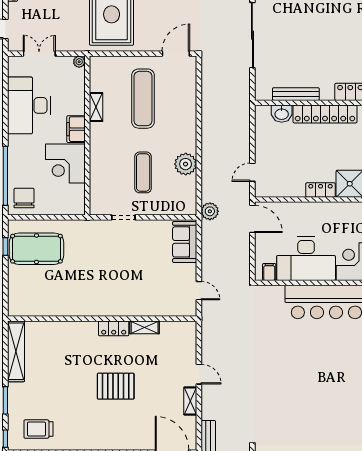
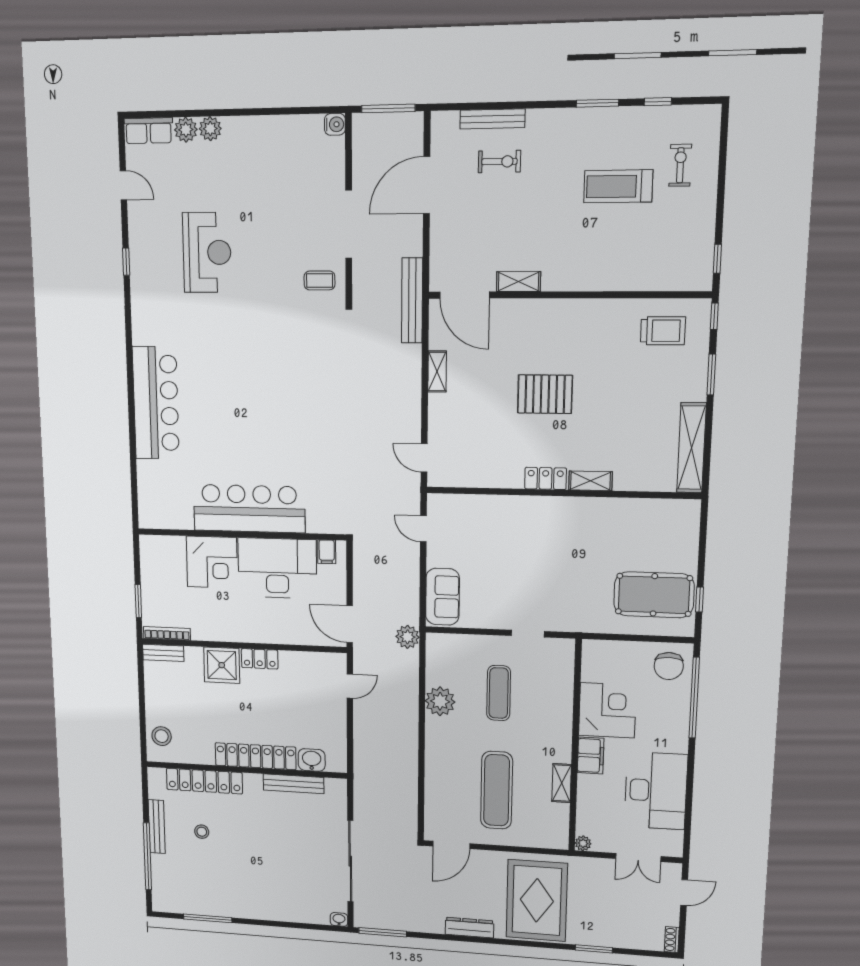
shelving: (145, 327) -> (590, 481), moved
door: (199, 374) -> (424, 458), moved

